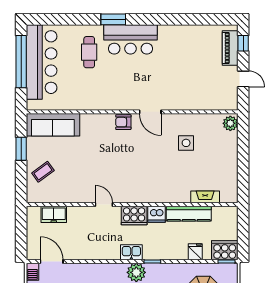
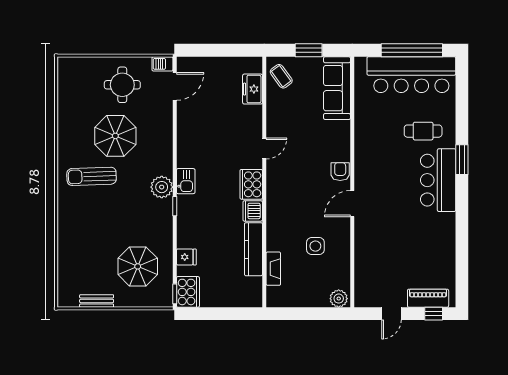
fireplace: (205, 197) -> (273, 269), moved
door: (104, 205) -> (264, 148), moved
wall: (132, 205) -> (264, 182), moved
freezer: (54, 214) -> (253, 89), moved
dishwasher: (157, 214) -> (253, 211), moved
kitchen counter: (189, 214) -> (253, 249), moved
cooker: (134, 216) -> (251, 184), moved

